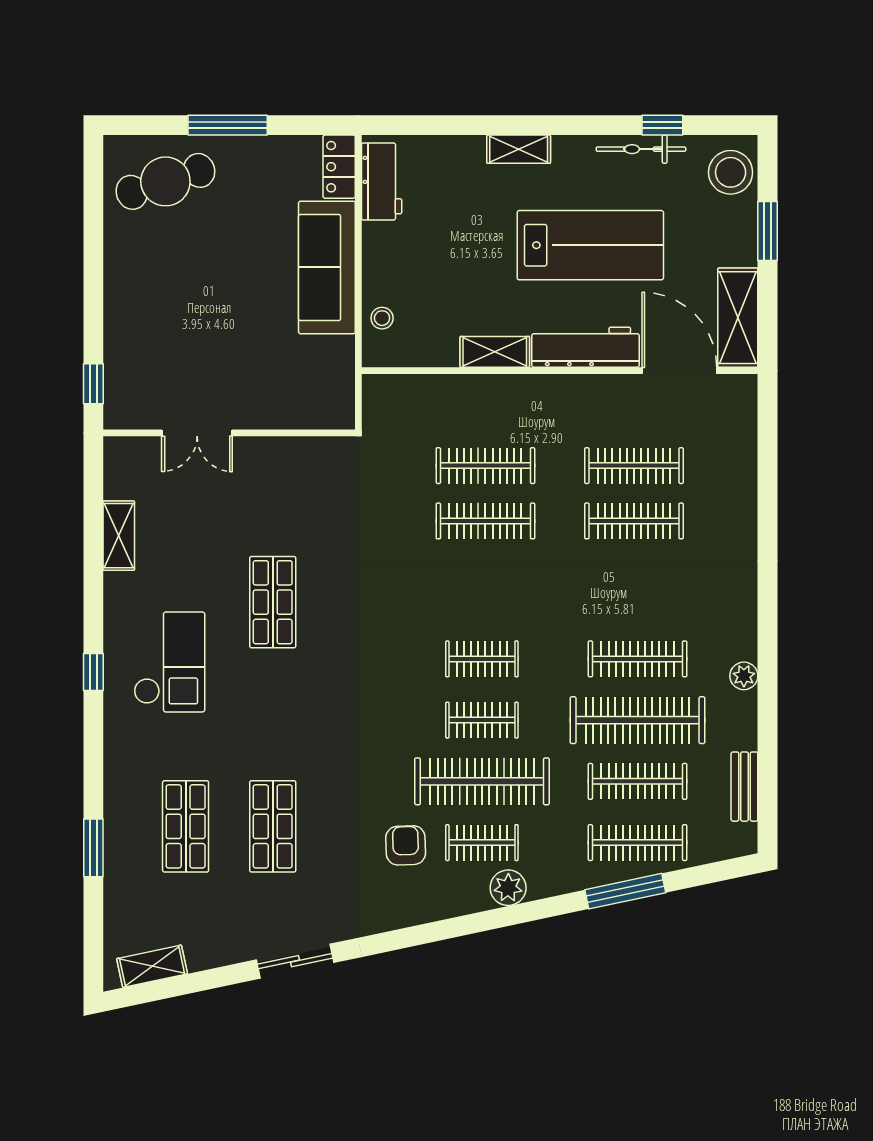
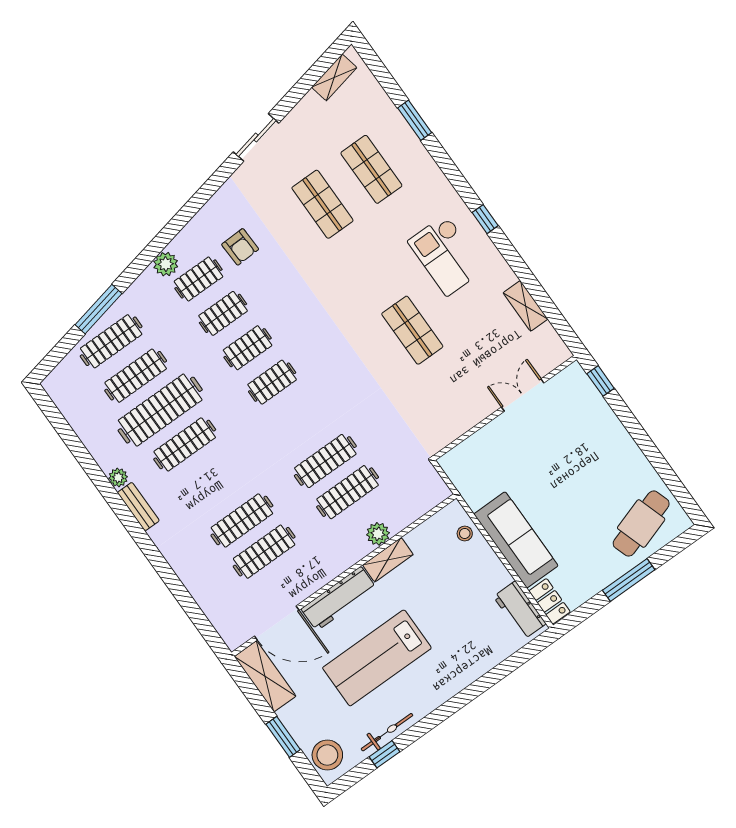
shelving: (519, 149) -> (456, 683), removed
plant: (485, 391) -> (378, 534), added
clothes rail: (482, 781) -> (223, 313), width x0.54, depth x0.76
bench: (744, 787) -> (138, 507), moved

